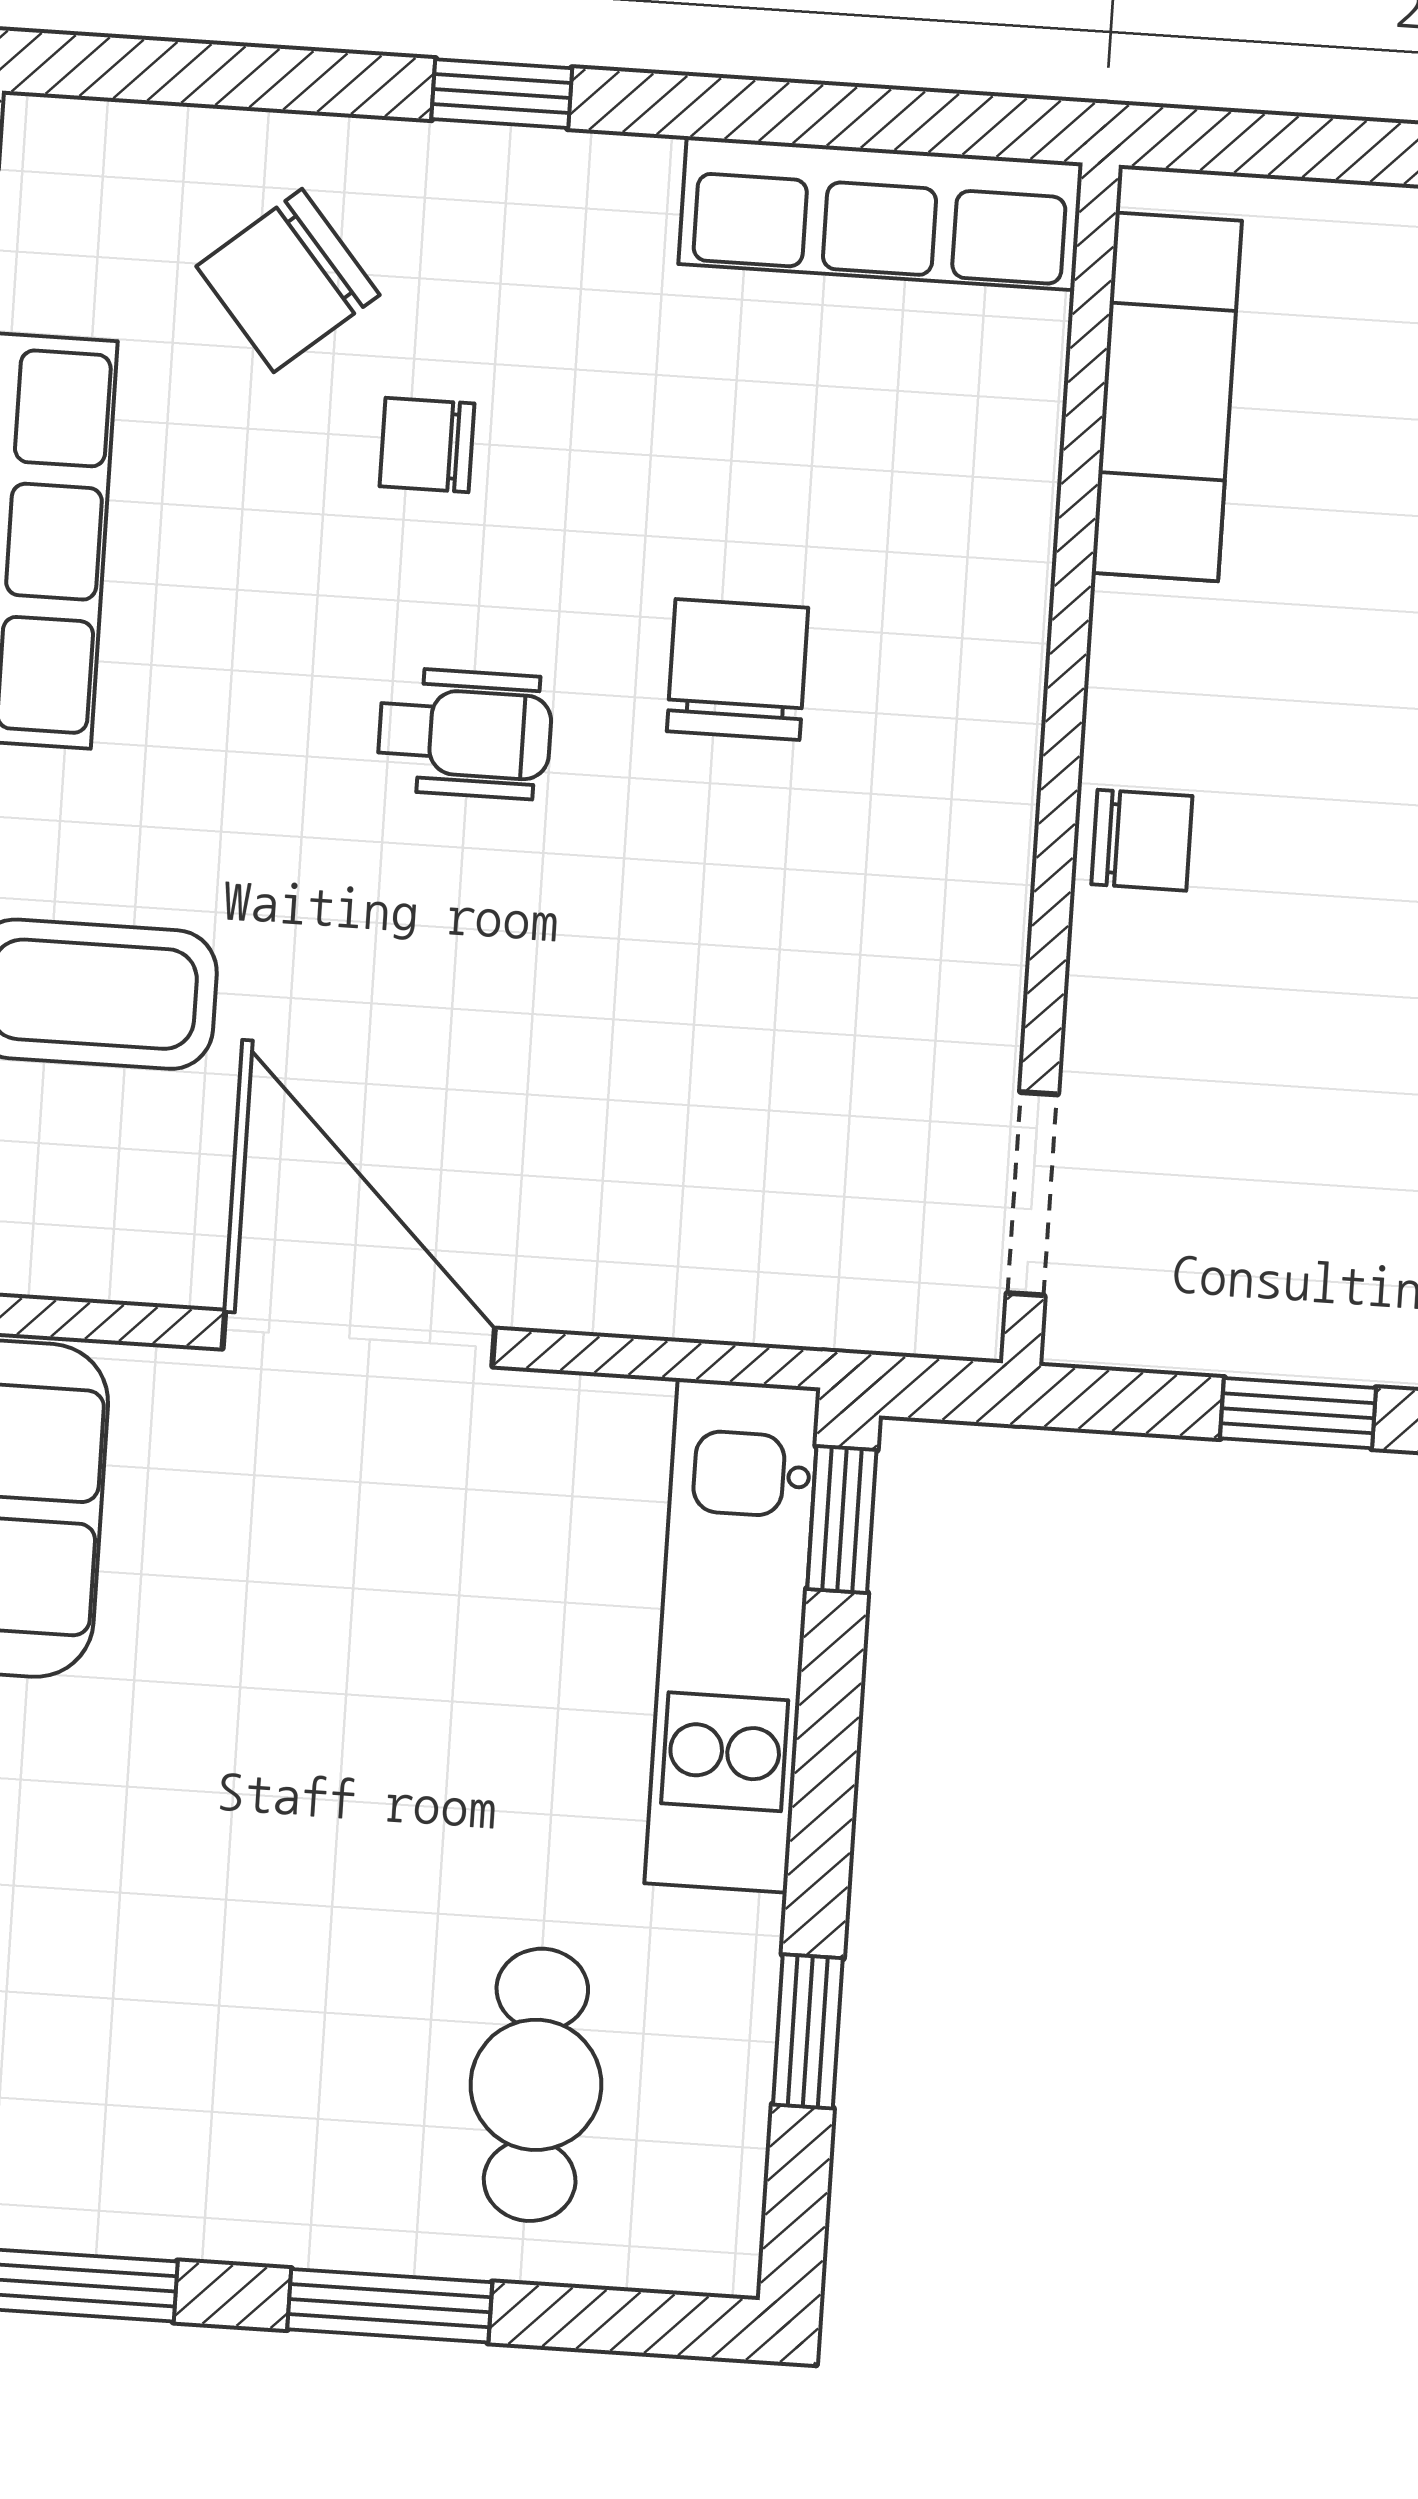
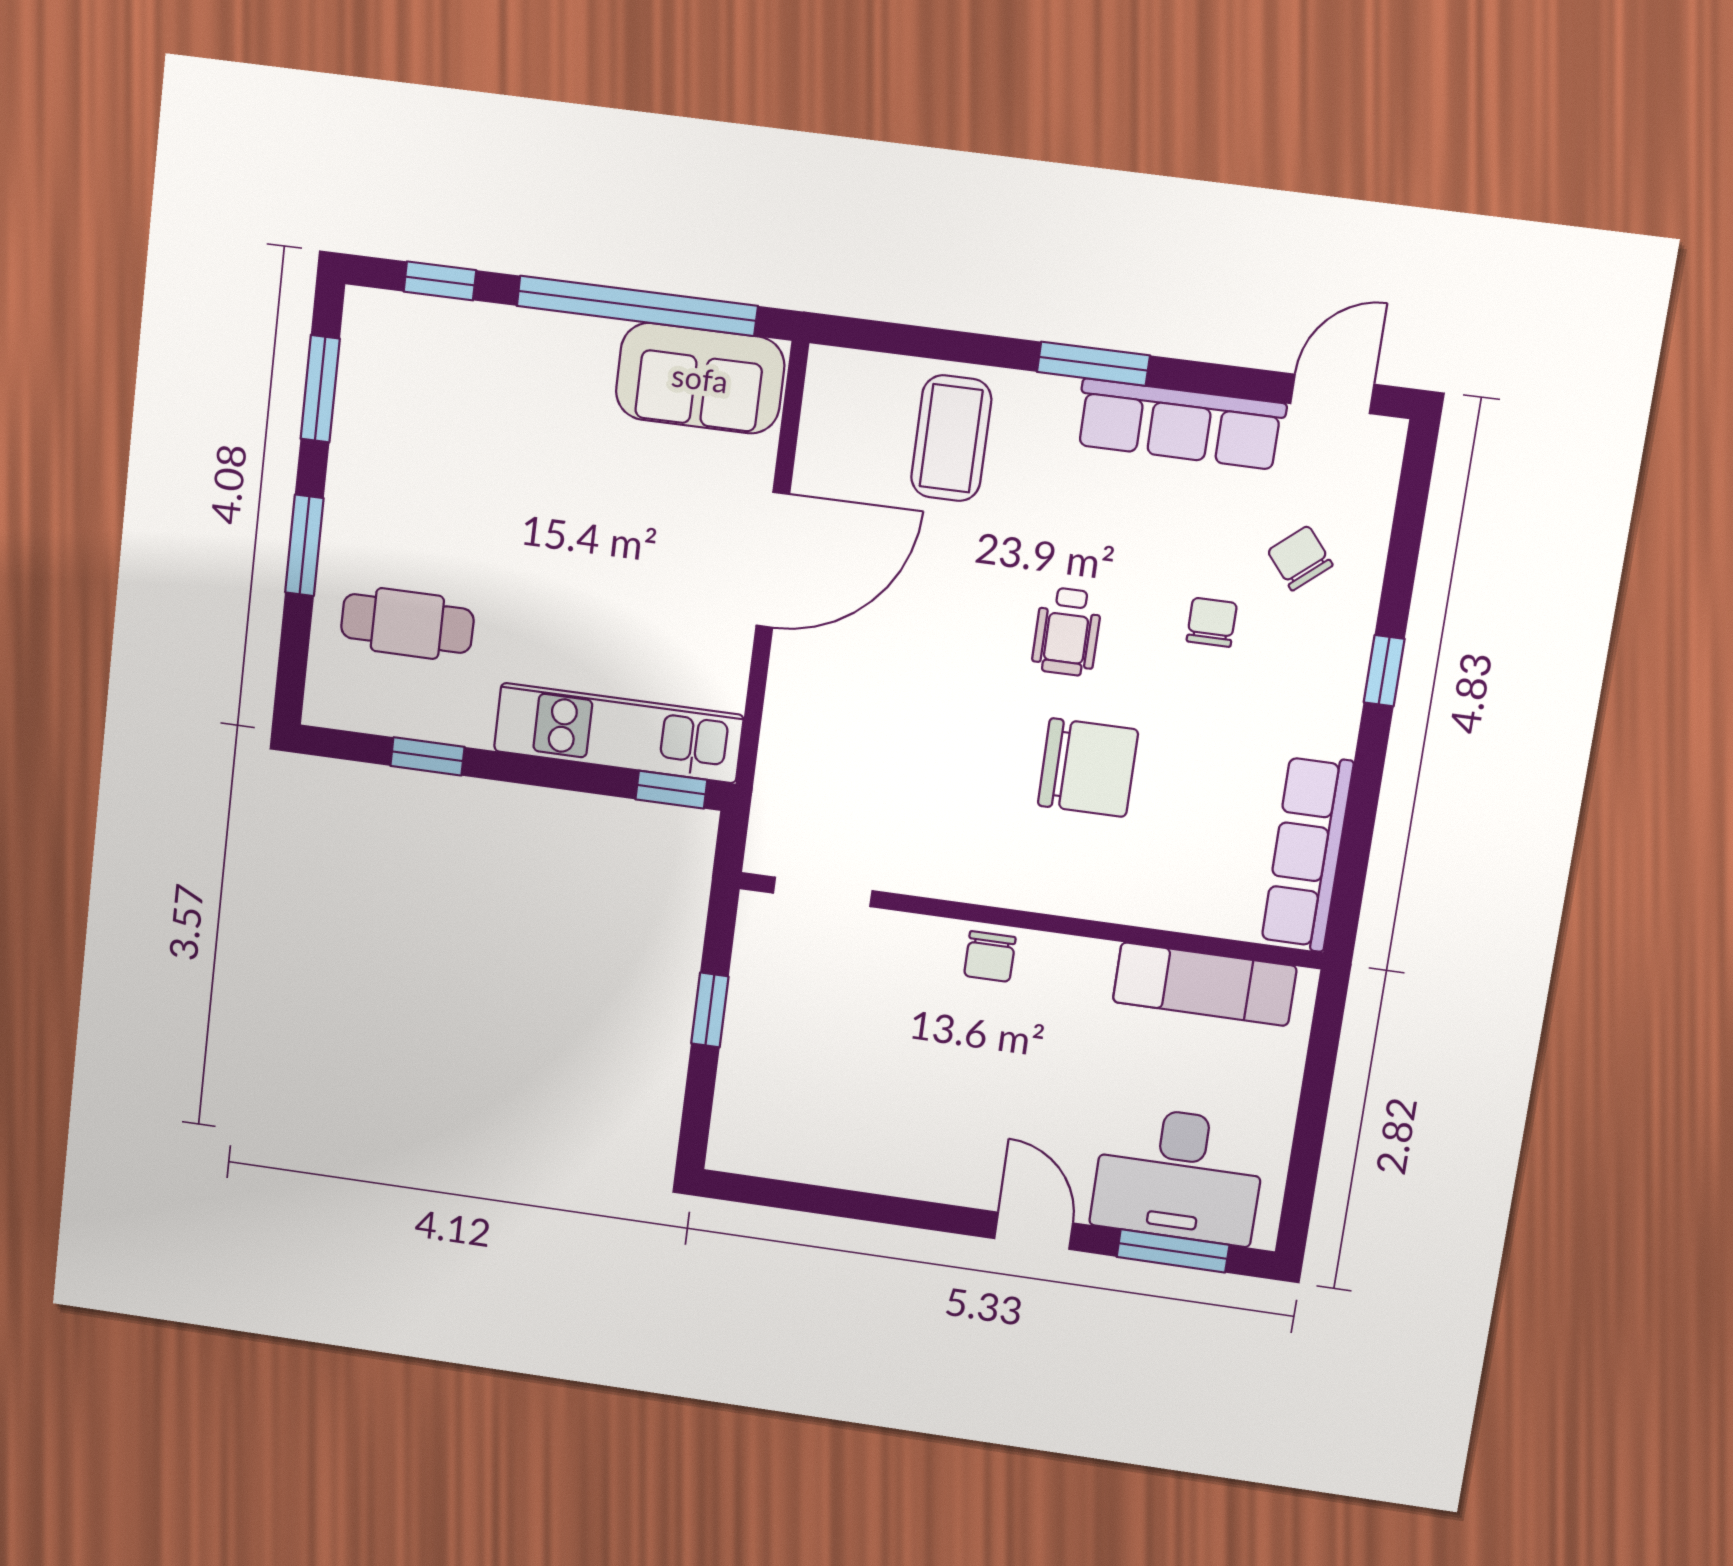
chair: (288, 281) -> (1300, 558), width x0.73, depth x0.73
chair: (738, 670) -> (1088, 768), width x1.37, depth x1.37

